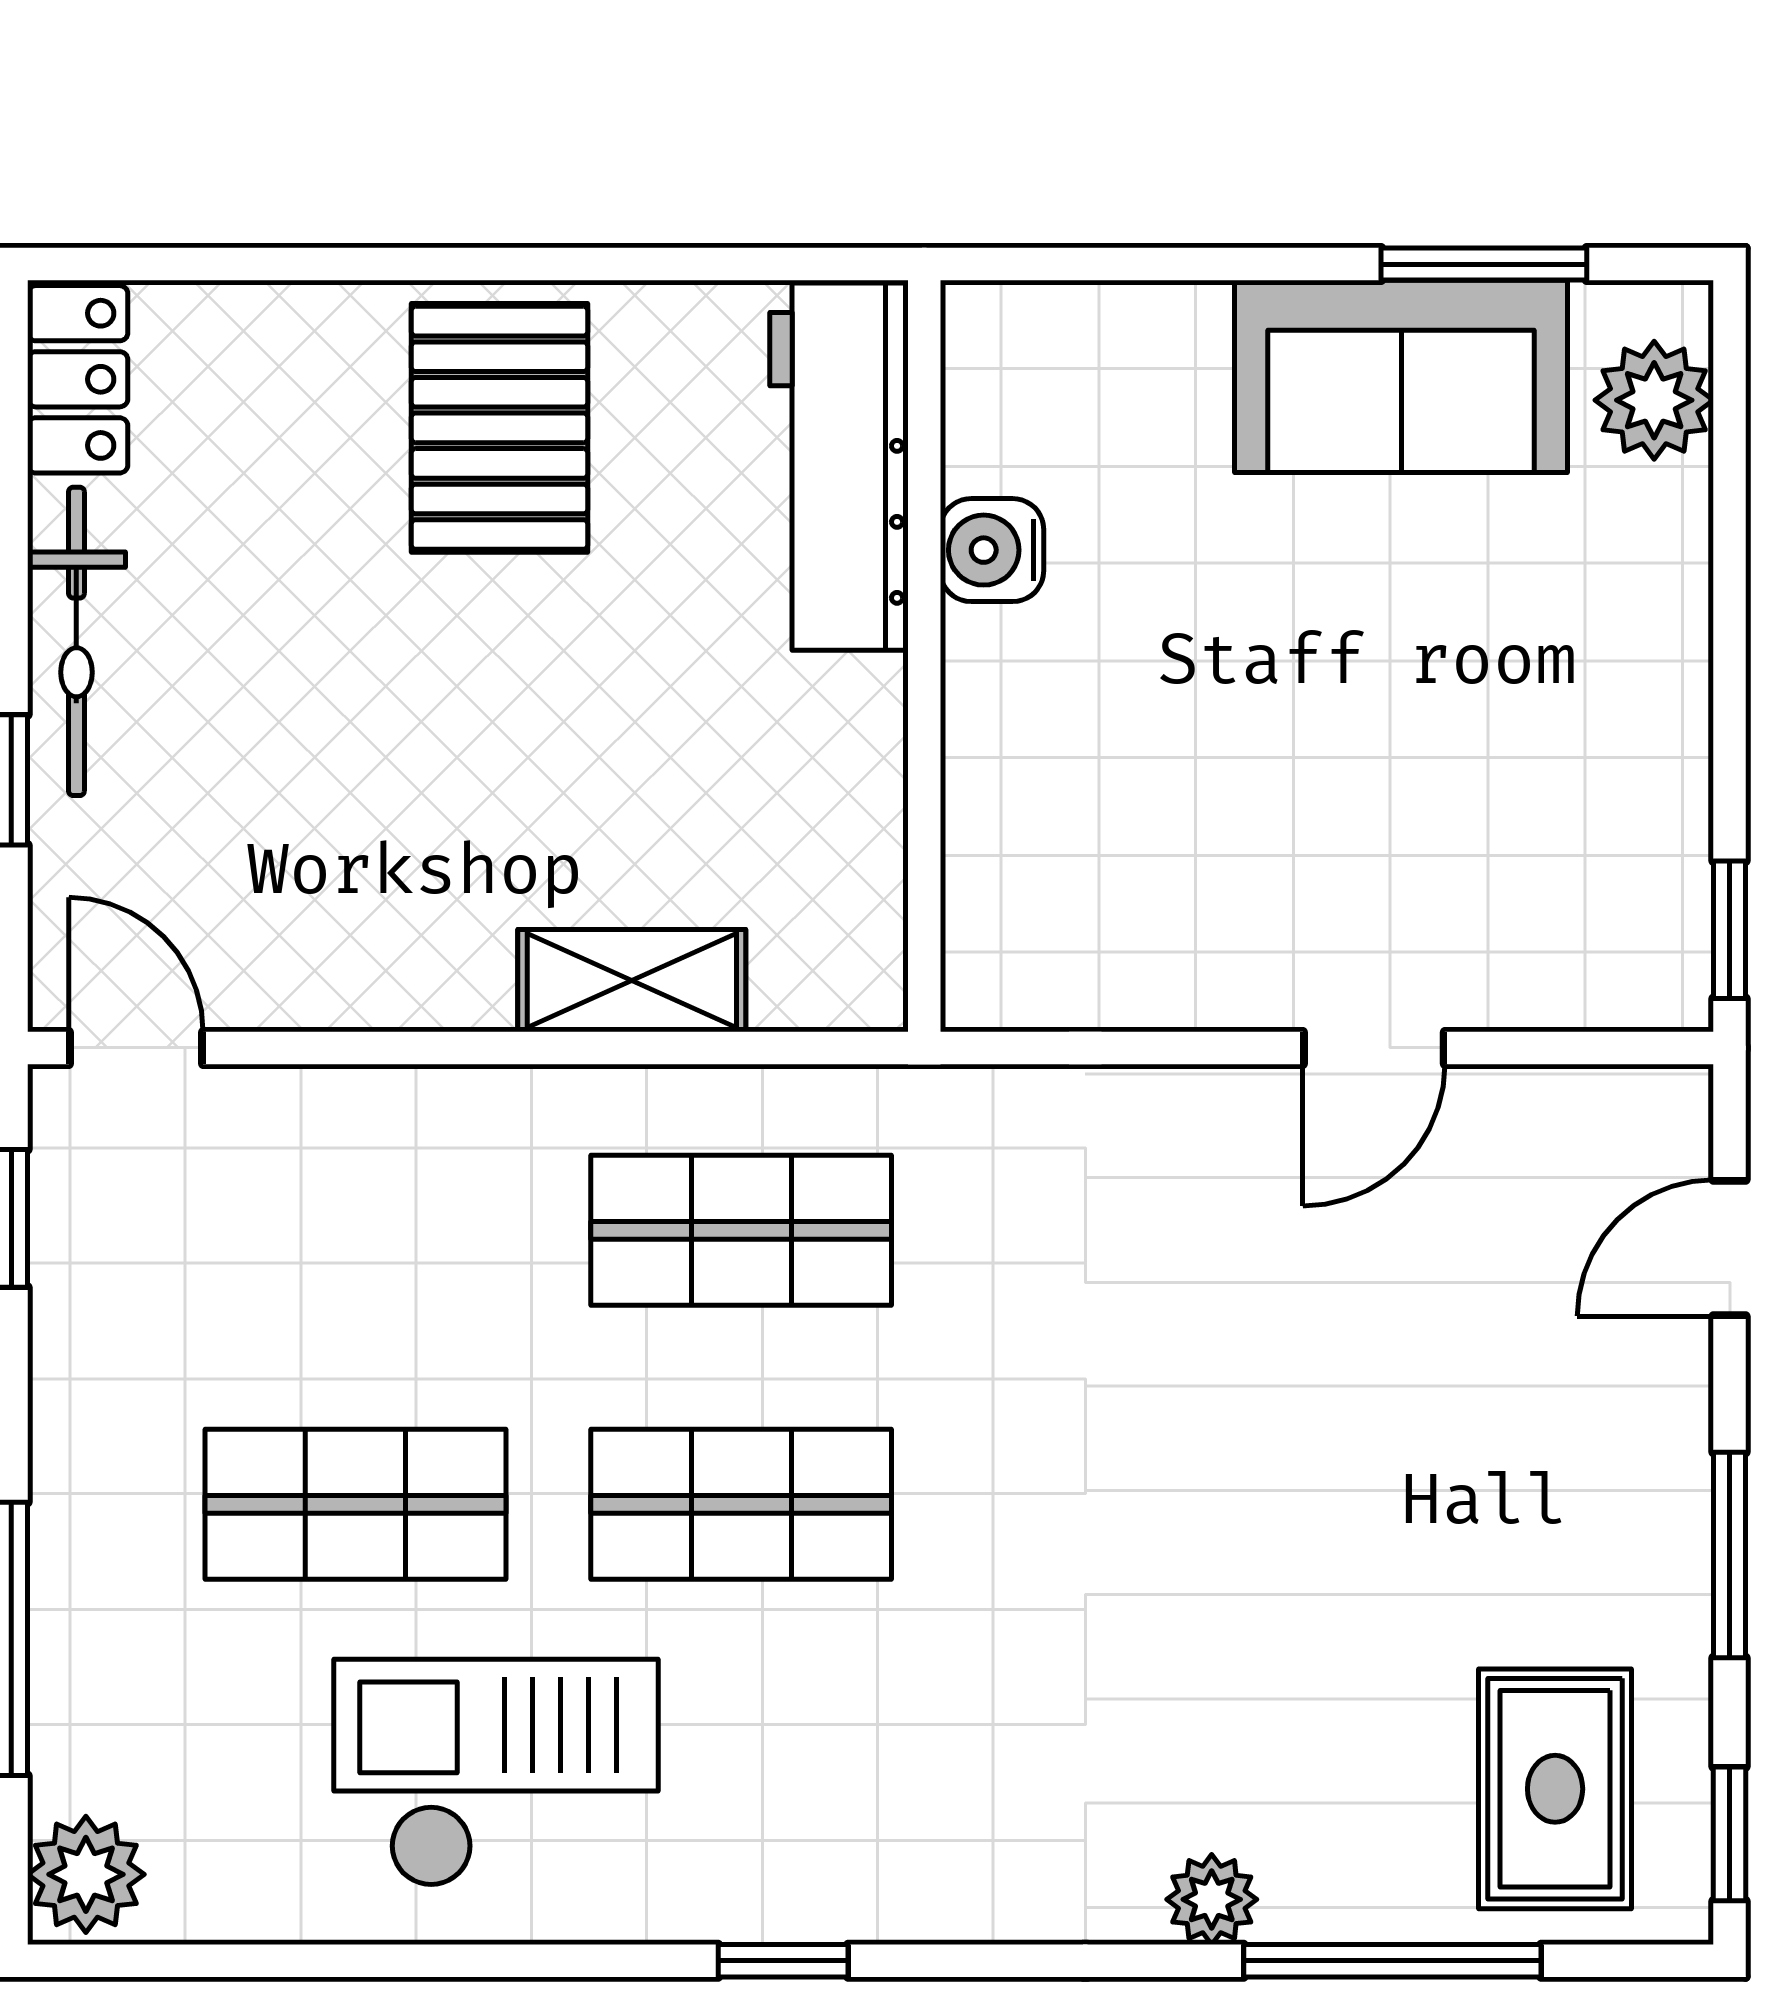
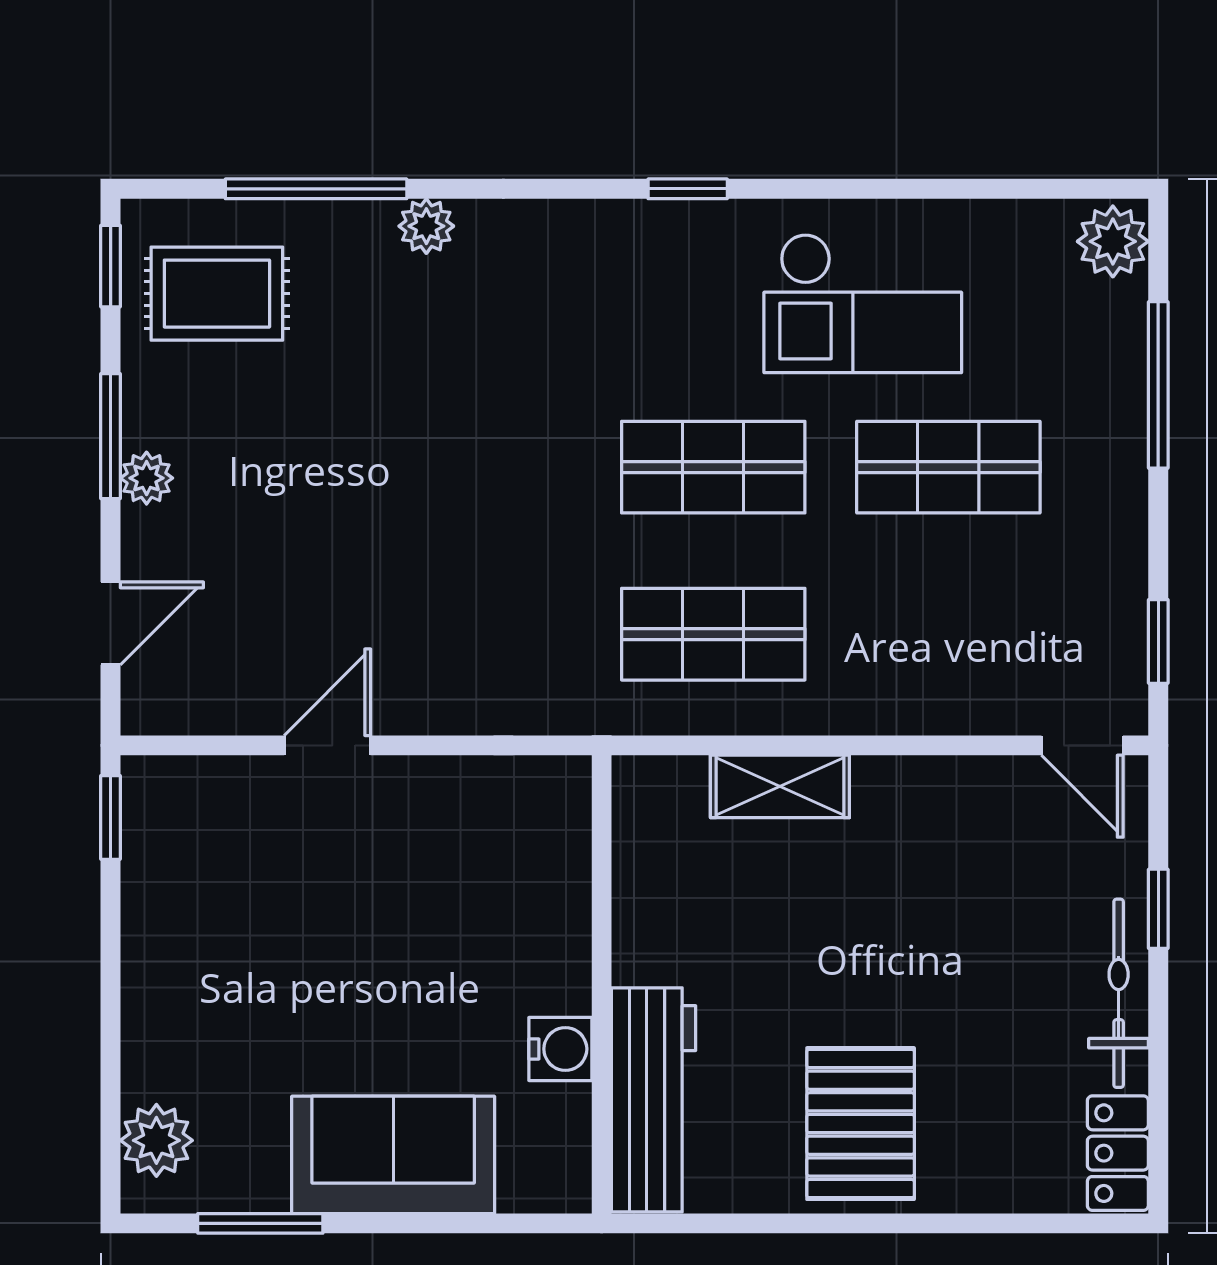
sofa: (1401, 376) -> (393, 1155), moved
plant: (1671, 1486) -> (147, 478), added
rug: (1555, 1789) -> (217, 294), turned 90

